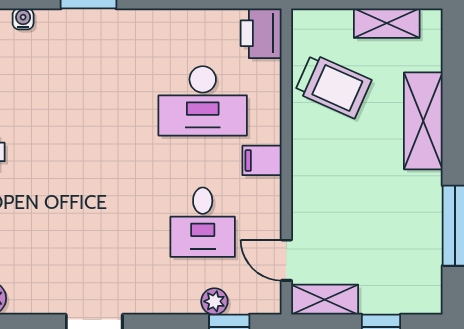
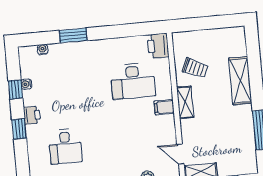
shelving: (387, 23) -> (185, 102), moved, turned 90
trolley: (333, 86) -> (195, 68), width x0.73, depth x0.72
desk: (203, 222) -> (65, 146), moved

